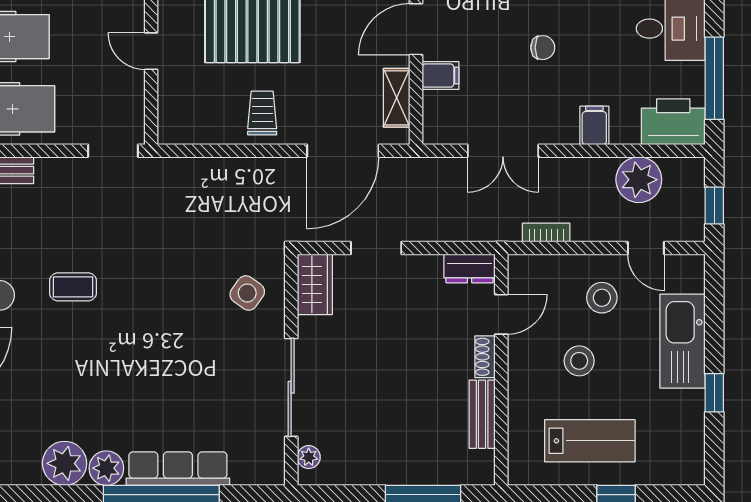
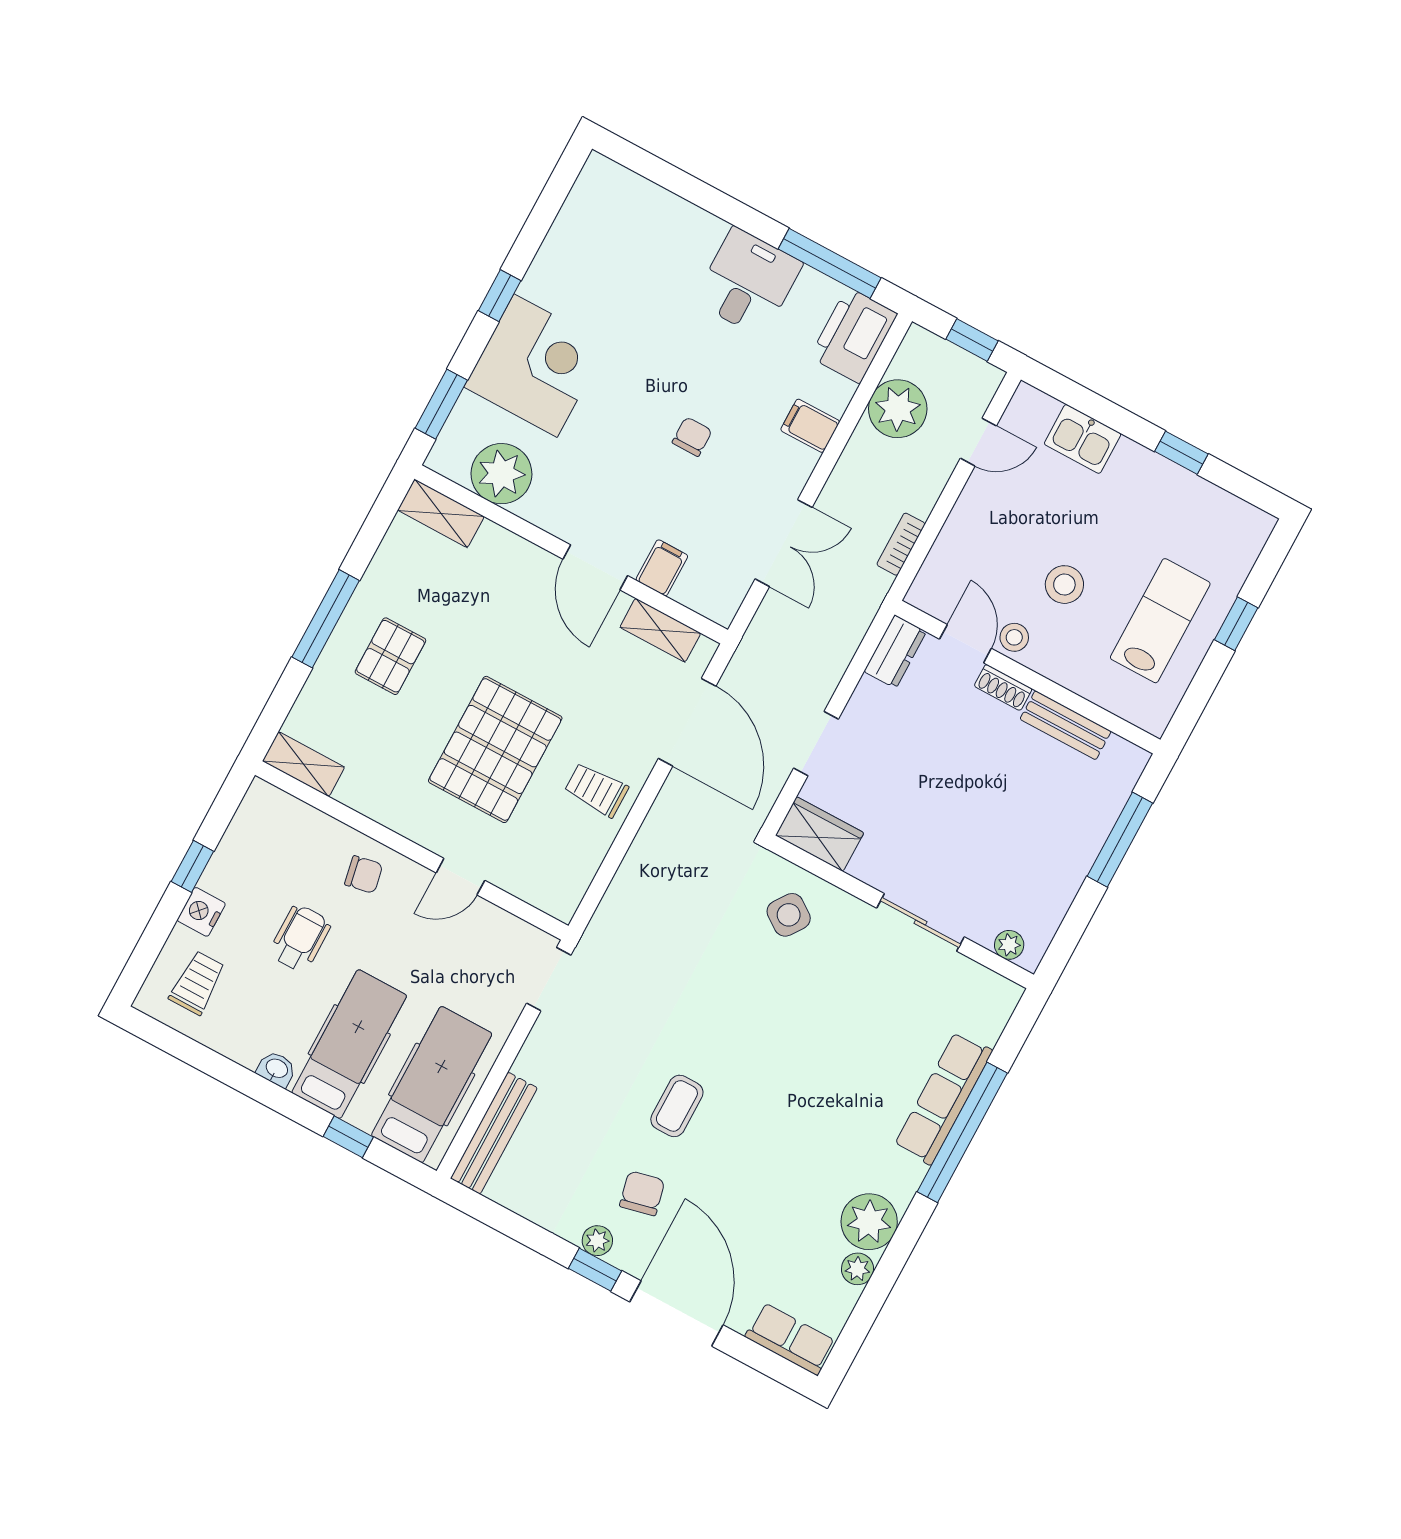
stool: (602, 298) -> (1014, 637), moved, width x0.73, depth x0.73
kitchen sink: (682, 341) -> (1083, 439), width x0.53, depth x0.81
sliding door: (291, 387) -> (921, 922), width x0.73
plant: (106, 468) -> (857, 1269), moved, width x0.73, depth x0.73

